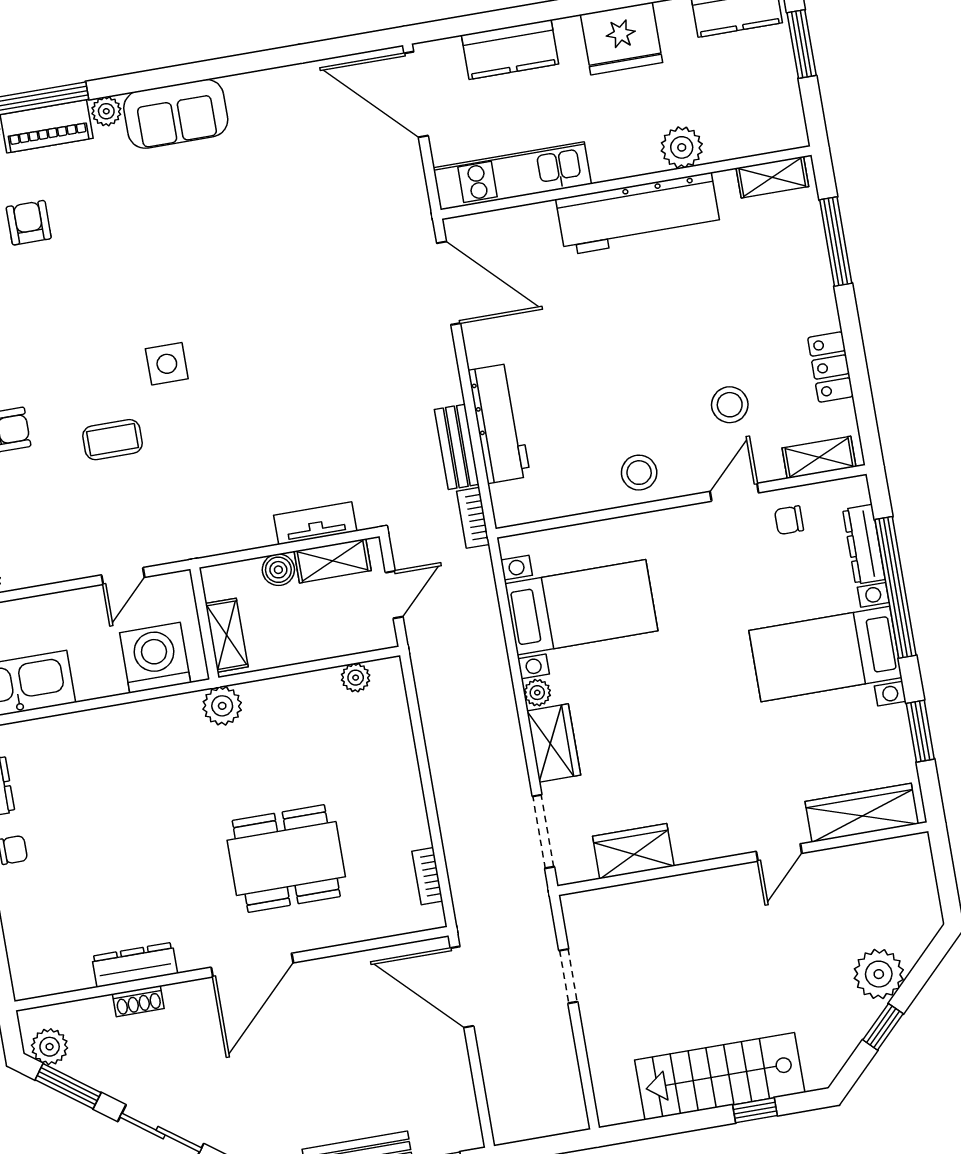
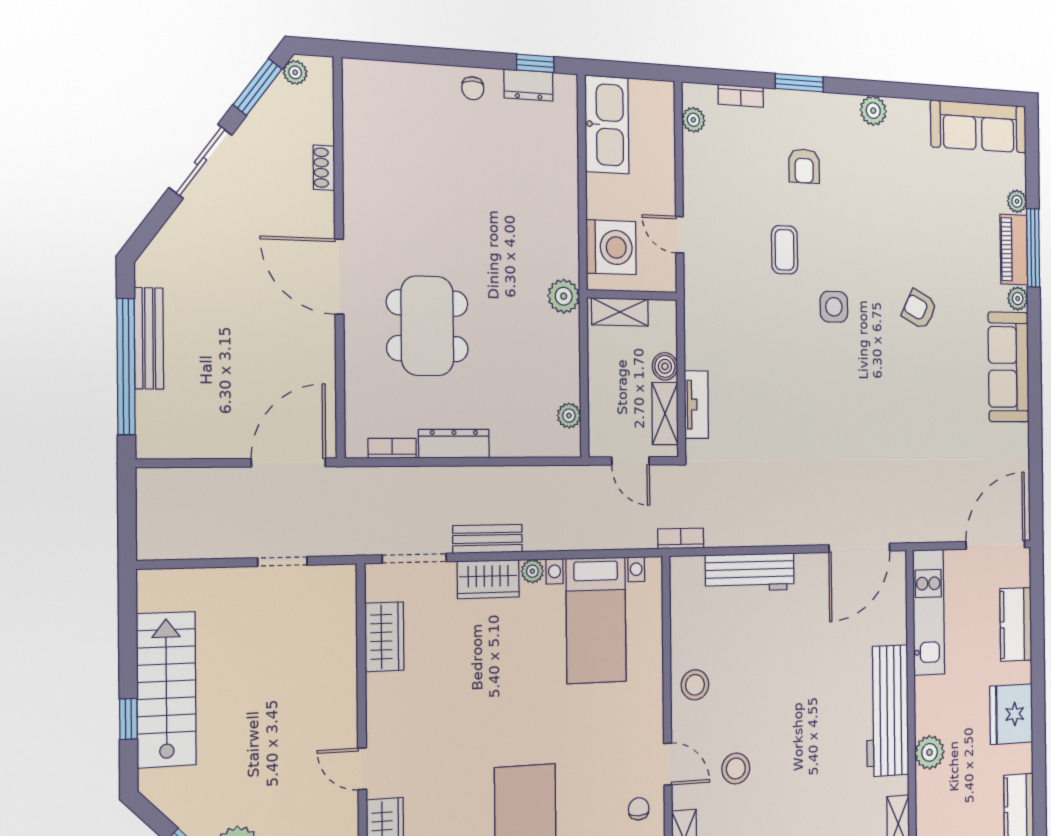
sofa: (176, 114) -> (1009, 367), width x1.36
armchair: (29, 223) -> (919, 309), moved, turned -153
bench: (457, 447) -> (488, 539), moved
dresser: (135, 965) -> (454, 444), moved, turned -90
plant: (50, 1047) -> (295, 72), width x0.73, depth x0.73

